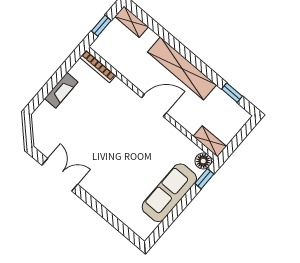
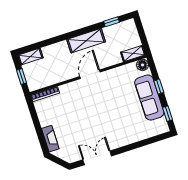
shelving: (182, 69) -> (86, 41), width x0.68
fireplace: (61, 90) -> (50, 139), moved
window: (204, 179) -> (159, 87), moved
window: (163, 226) -> (168, 114), added

